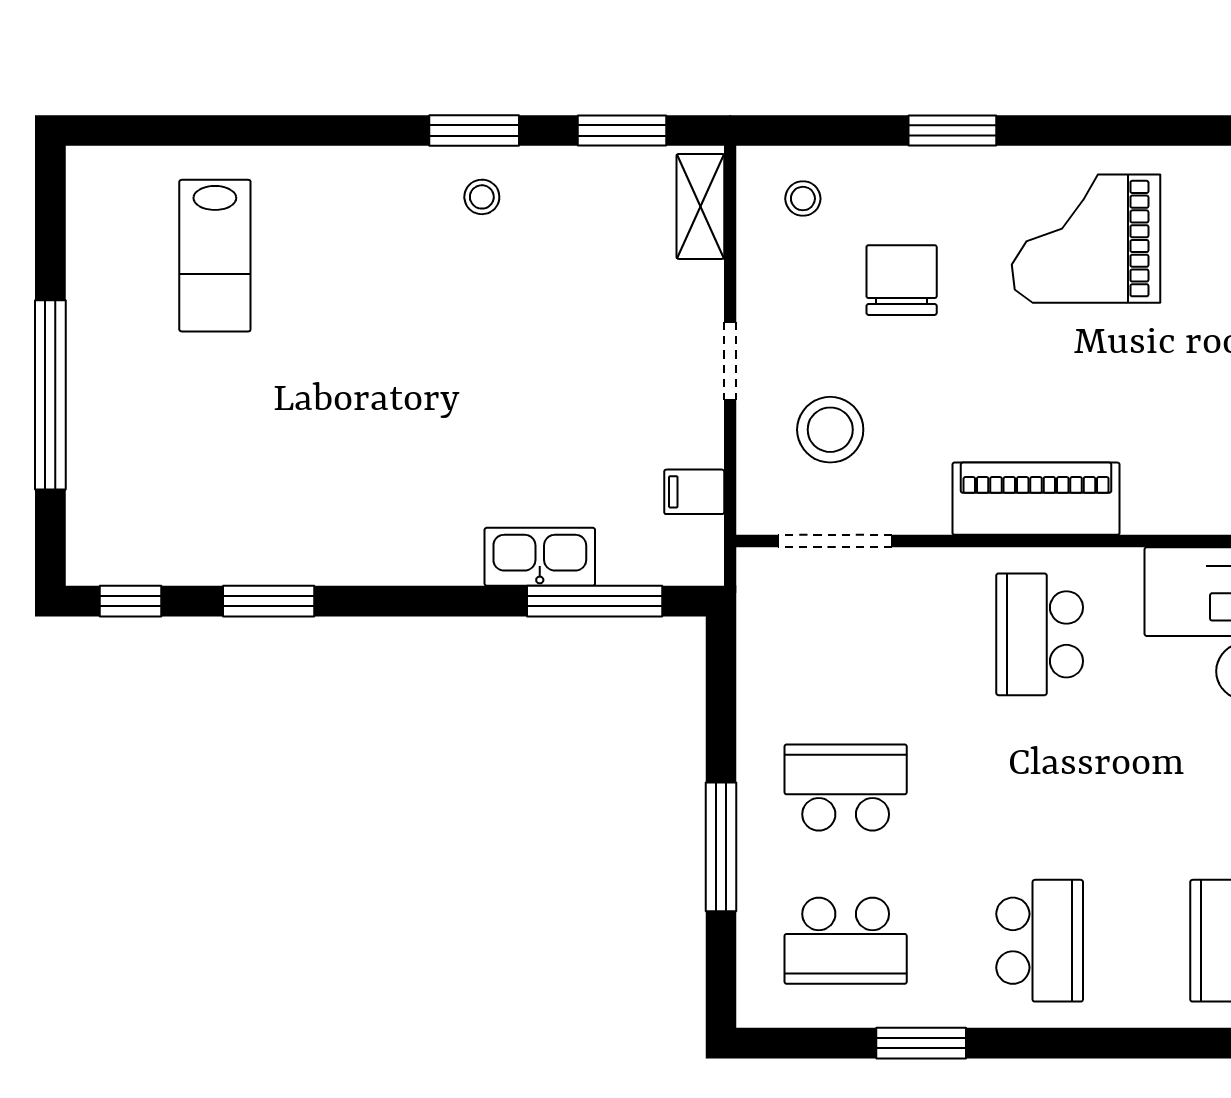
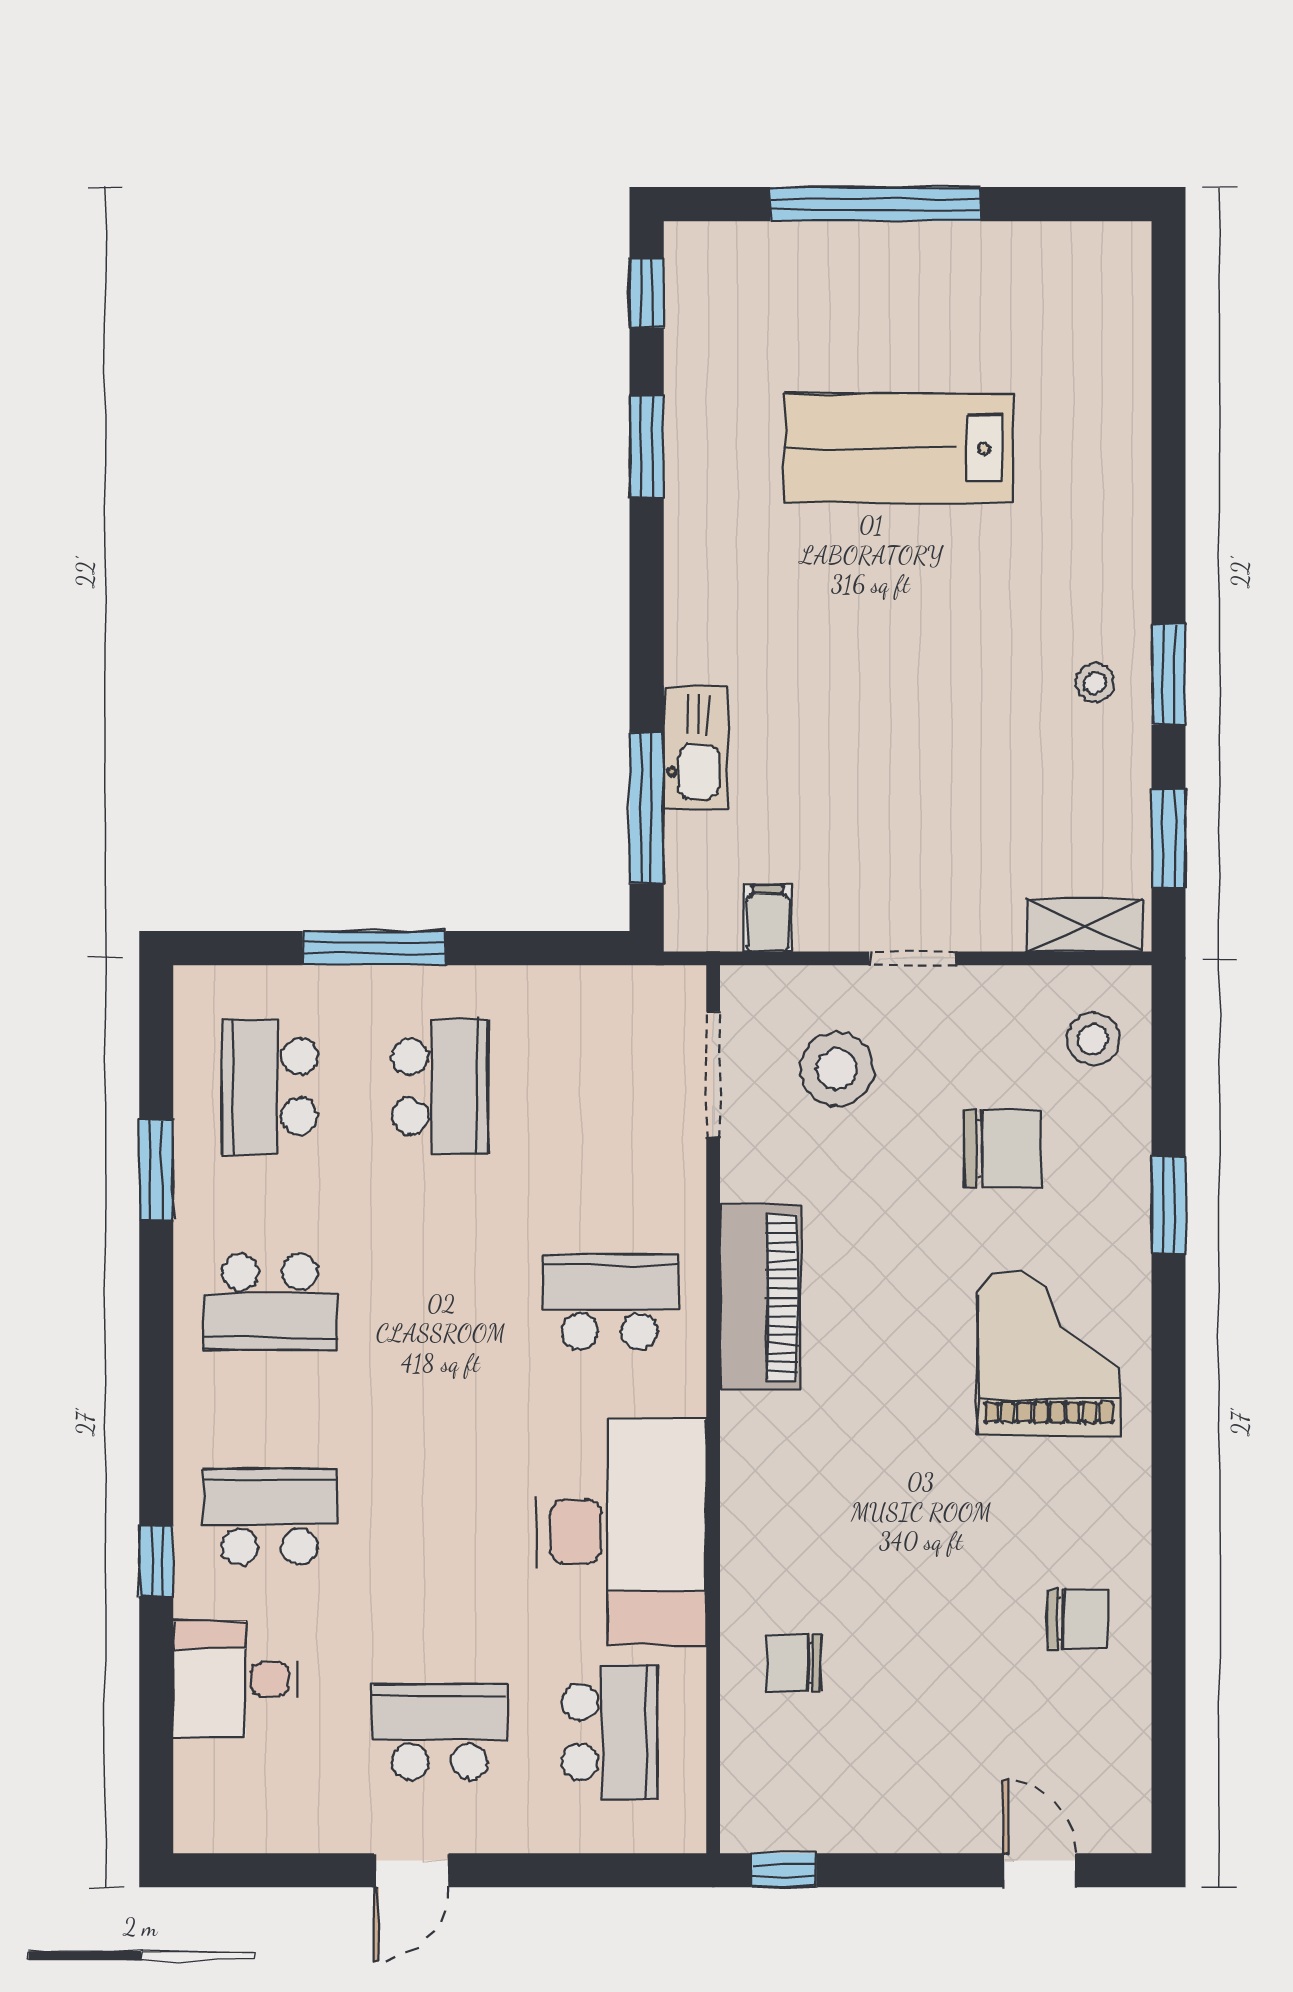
stool: (803, 199) -> (1093, 1039), width x1.37, depth x1.37
lab bench: (215, 256) -> (899, 448), moved, width x1.36, depth x1.39

